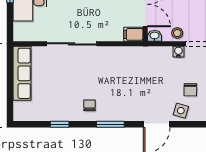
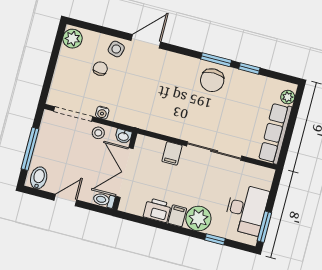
filing cabinet: (133, 34) -> (172, 153), moved, turned 90
chair: (90, 105) -> (212, 80), width x1.87, depth x1.87
plant: (19, 108) -> (288, 97), added
window: (110, 124) -> (216, 60), moved

